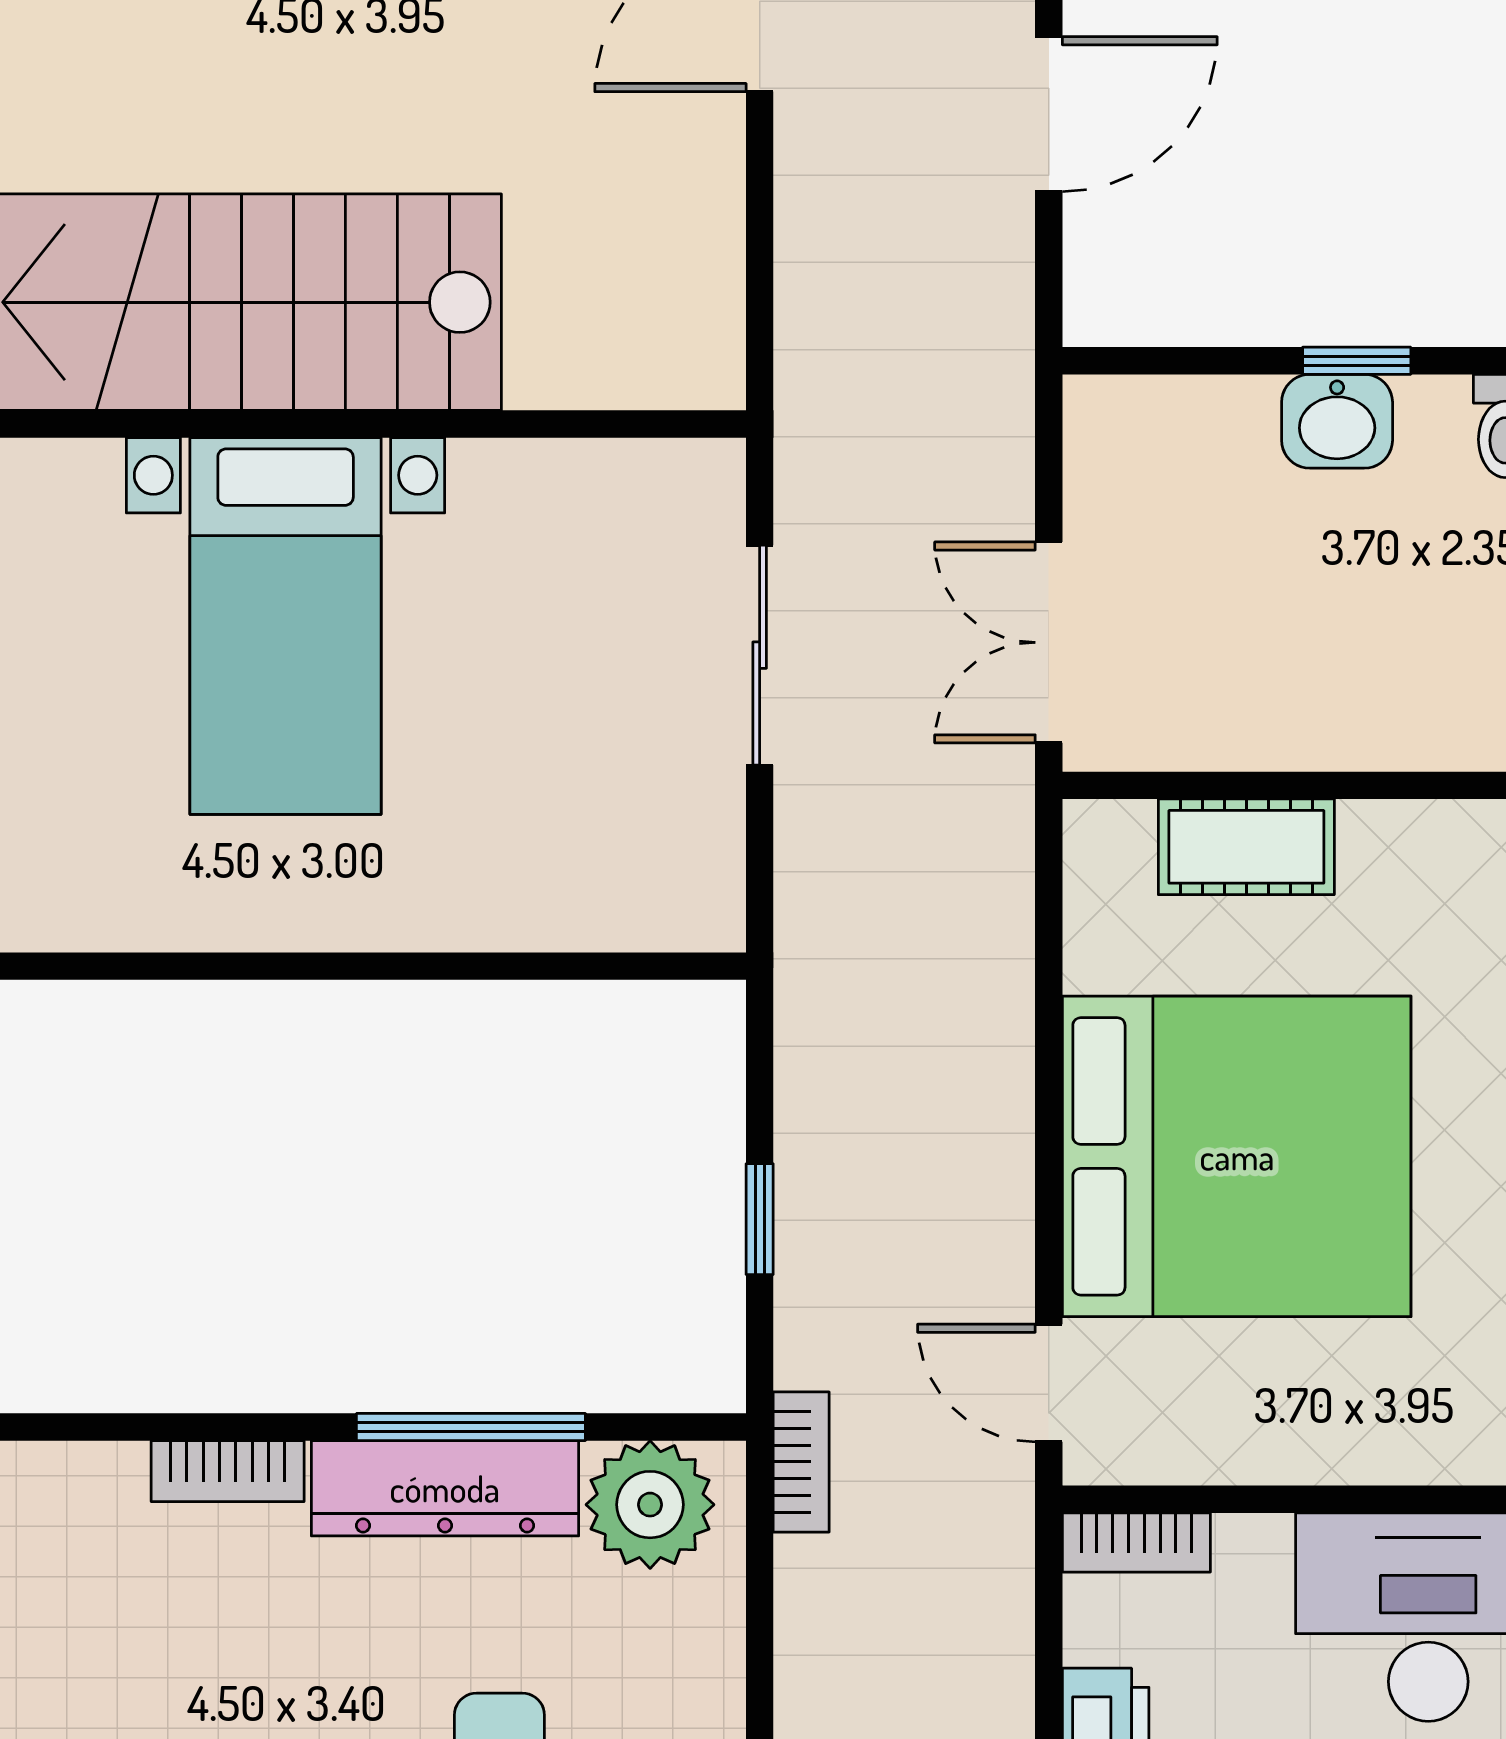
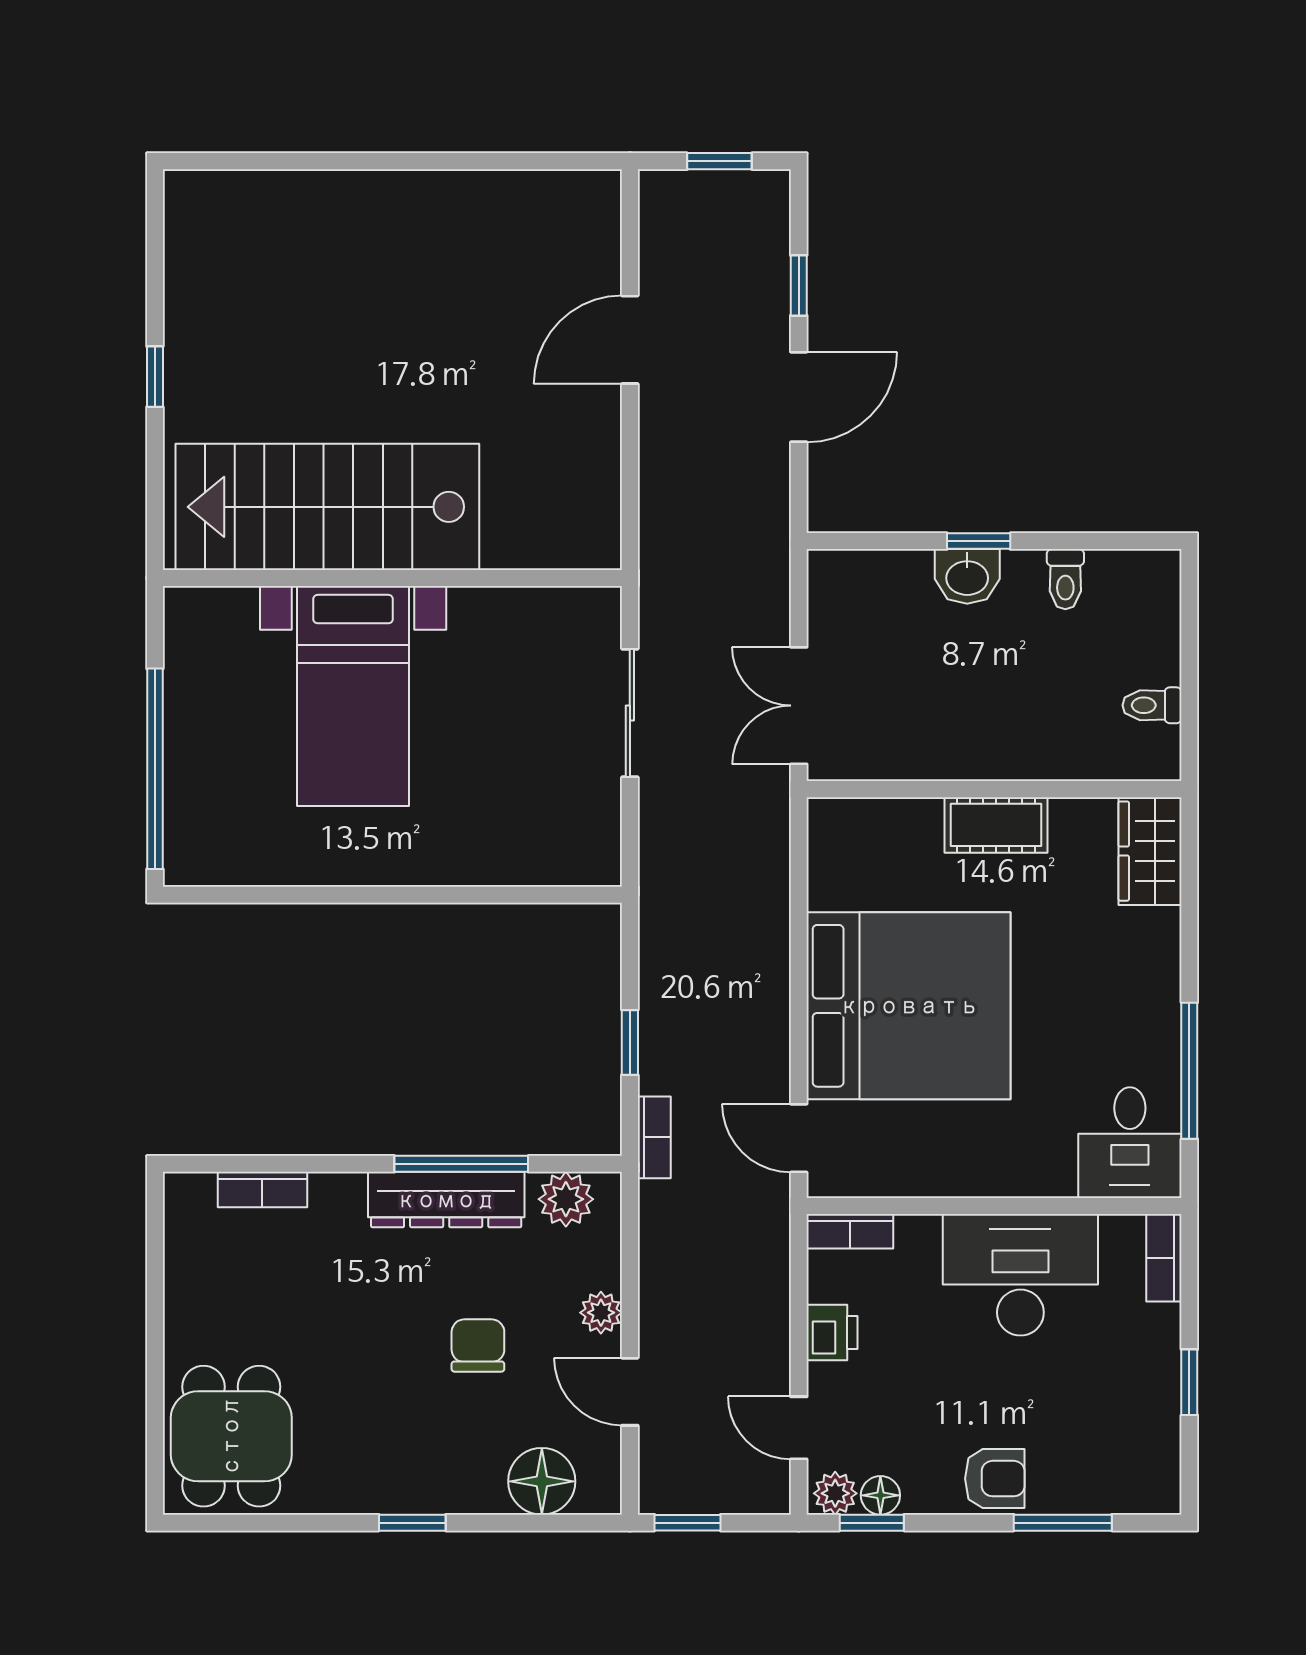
cot: (1246, 847) -> (996, 825), moved
bookcase: (801, 1462) -> (654, 1137), moved
bookcase: (228, 1471) -> (262, 1190), moved
plant: (650, 1505) -> (566, 1199), width x0.73, depth x0.73
plant: (710, 1682) -> (601, 1313), added

